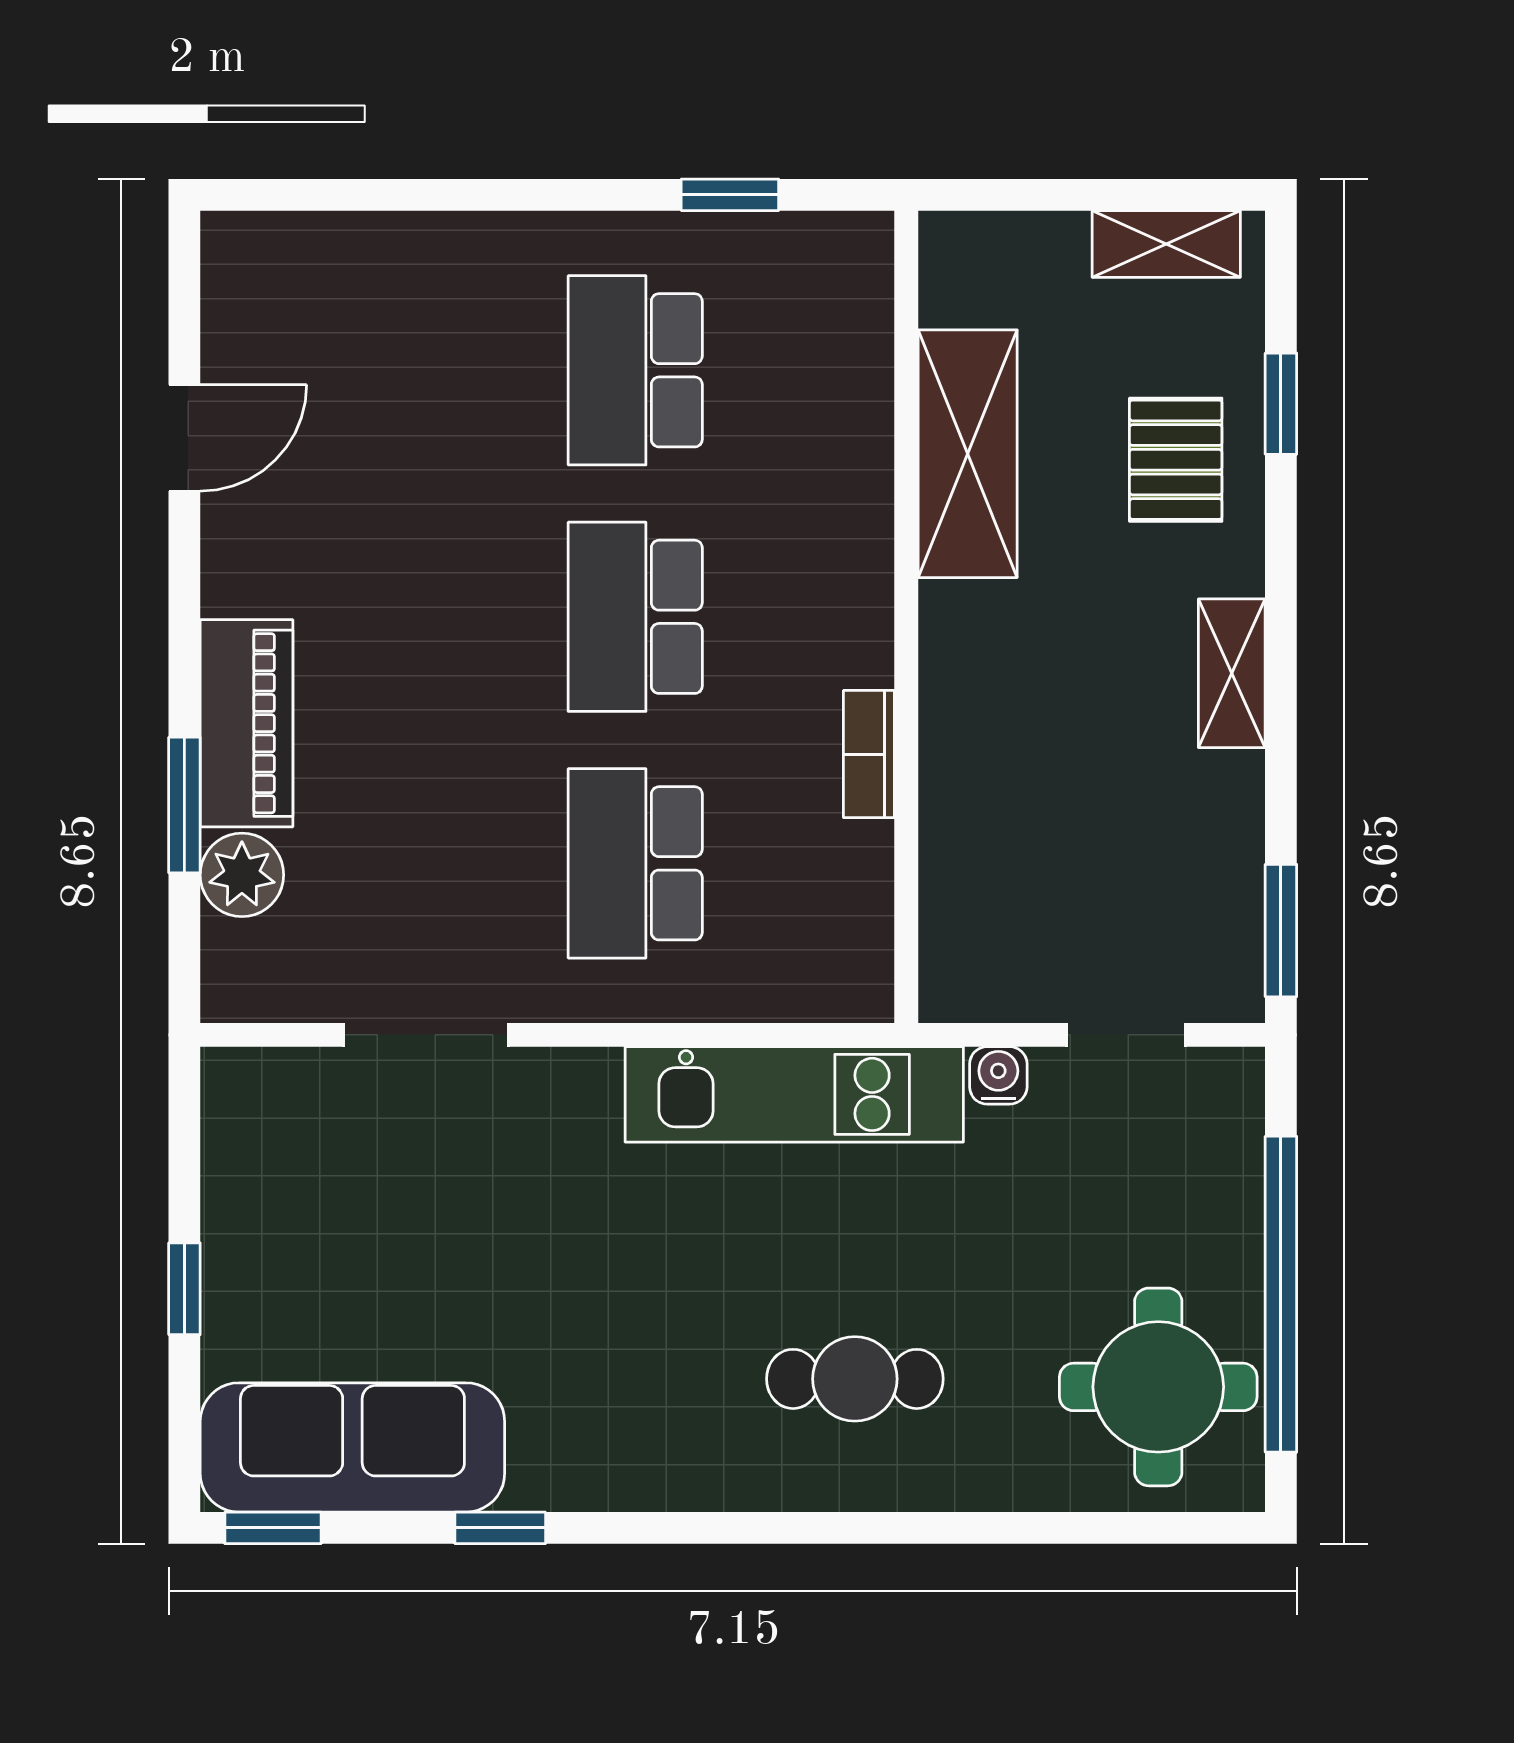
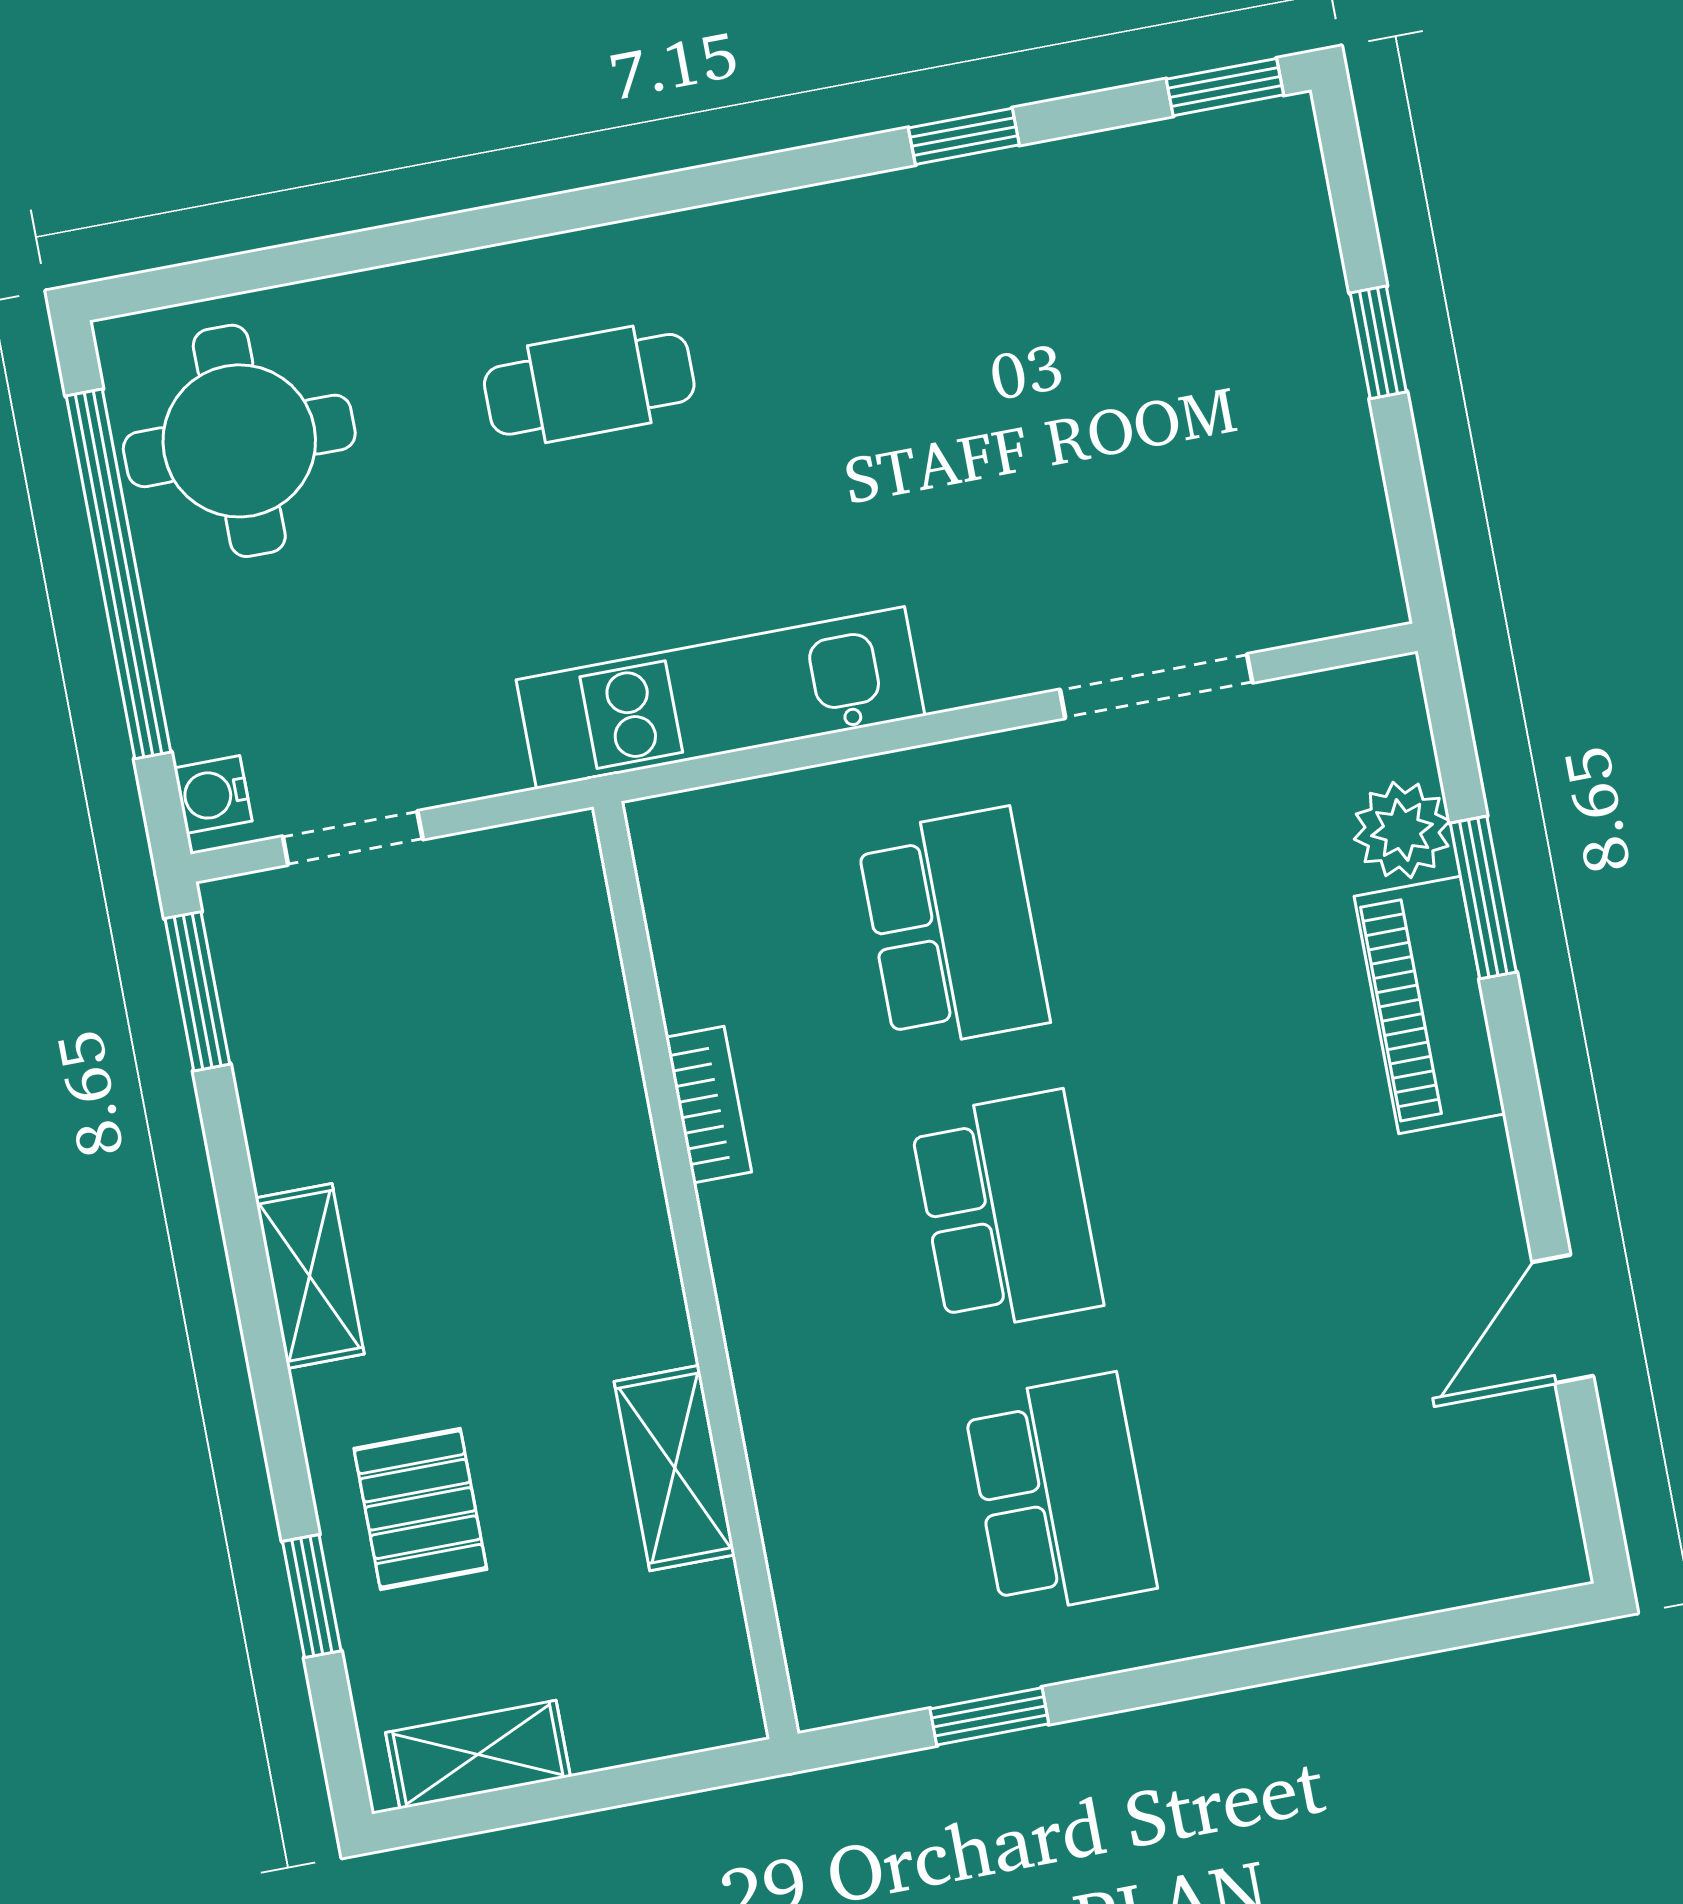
shelving: (968, 454) -> (675, 1468), width x0.67, depth x0.75
water cooler: (998, 1075) -> (213, 794), moved, turned 90
sofa: (352, 1447) -> (1151, 197), removed

